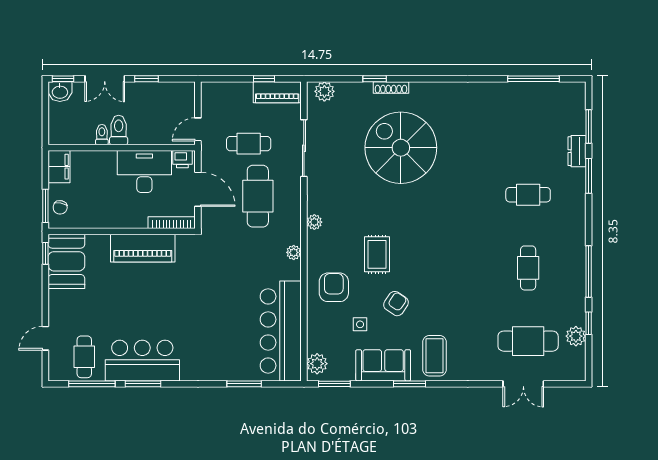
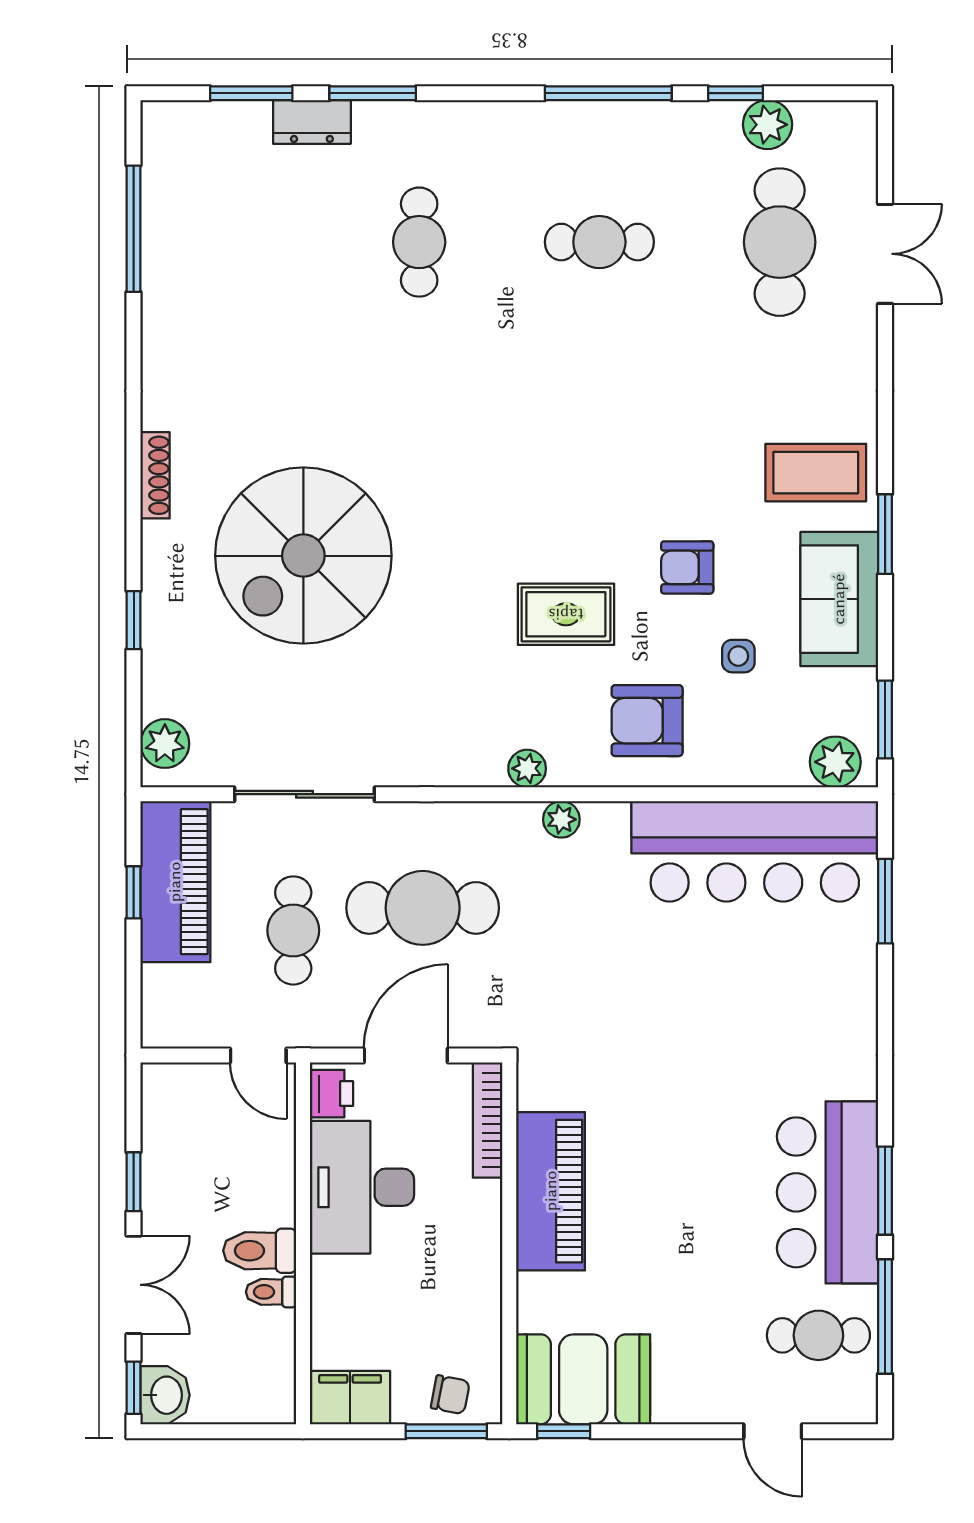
shoe rack: (391, 88) -> (155, 475), moved
piano: (277, 92) -> (175, 882), width x1.37, depth x1.33
plant: (314, 222) -> (527, 768), moved
armchair: (396, 304) -> (687, 567), turned -34
window: (244, 384) -> (885, 901), moved

